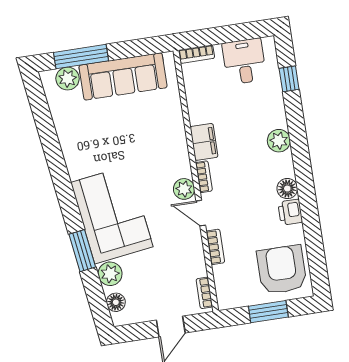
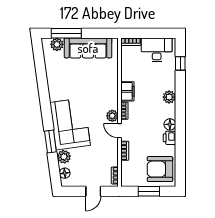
desk: (244, 61) -> (157, 50), width x1.37
armchair: (282, 270) -> (160, 169), turned -90

